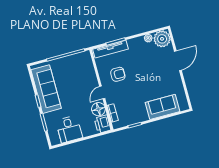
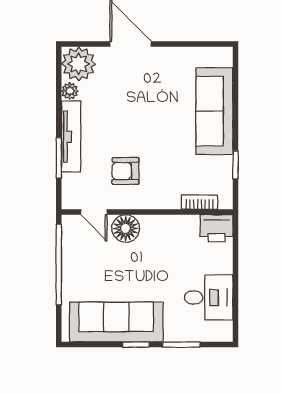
tv unit: (110, 49) -> (71, 137), moved
armchair: (118, 74) -> (125, 171), turned -90
door: (102, 92) -> (94, 212), moved
sofa: (163, 107) -> (214, 111), width x1.36
floor lamp: (98, 109) -> (126, 228), moved

